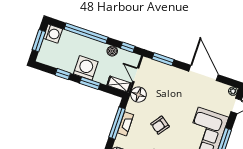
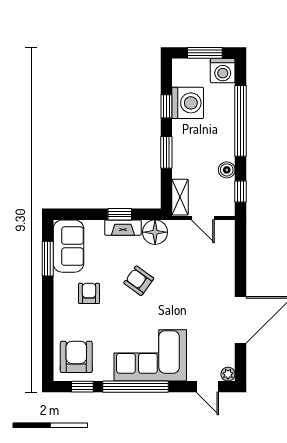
window: (163, 59) -> (241, 251), removed
washing machine: (86, 68) -> (188, 103), moved
door: (136, 75) -> (203, 218), swing flipped
floor lamp: (138, 95) -> (155, 232), moved
window: (117, 123) -> (120, 214), width x0.46

